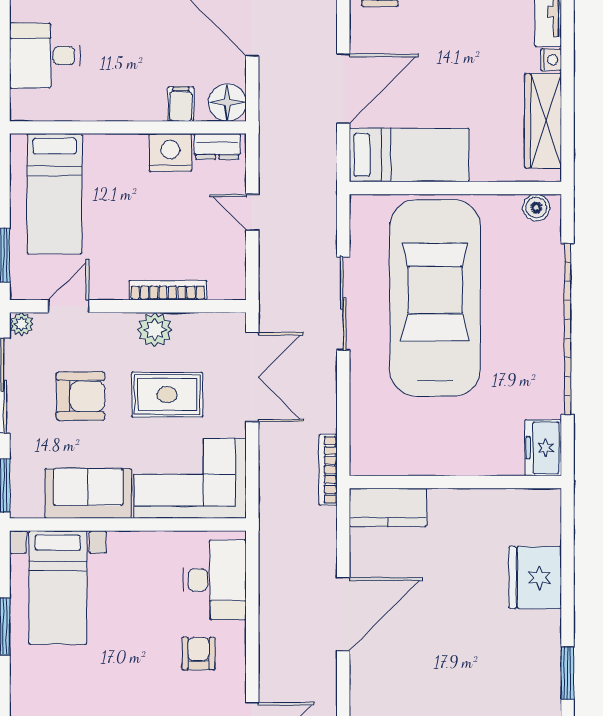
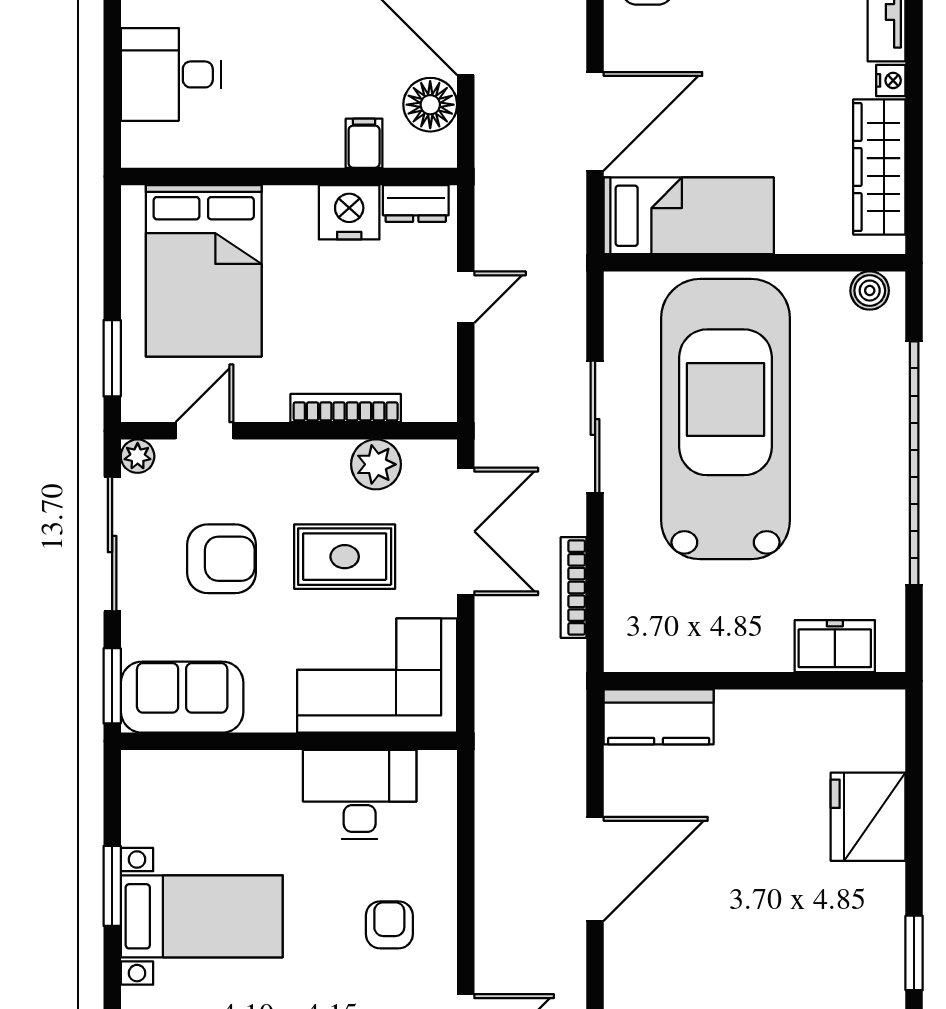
floor lamp: (227, 102) -> (430, 105), moved
bed: (54, 194) -> (204, 271), width x1.50
door: (252, 212) -> (466, 297), swing flipped
plant: (155, 330) -> (376, 464), moved
freezer: (543, 448) -> (835, 646), moved, turned 90
bookcase: (328, 470) -> (574, 587), moved
sofa: (88, 493) -> (182, 697), moved
desk: (215, 580) -> (360, 794), moved, turned -90
bed with nightstands: (58, 587) -> (202, 916), moved, turned -90

